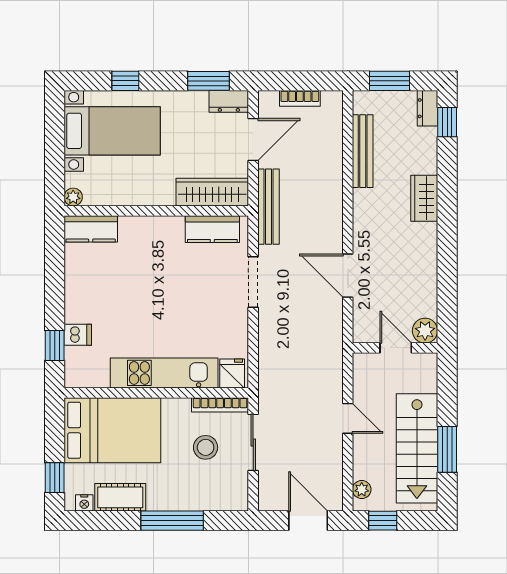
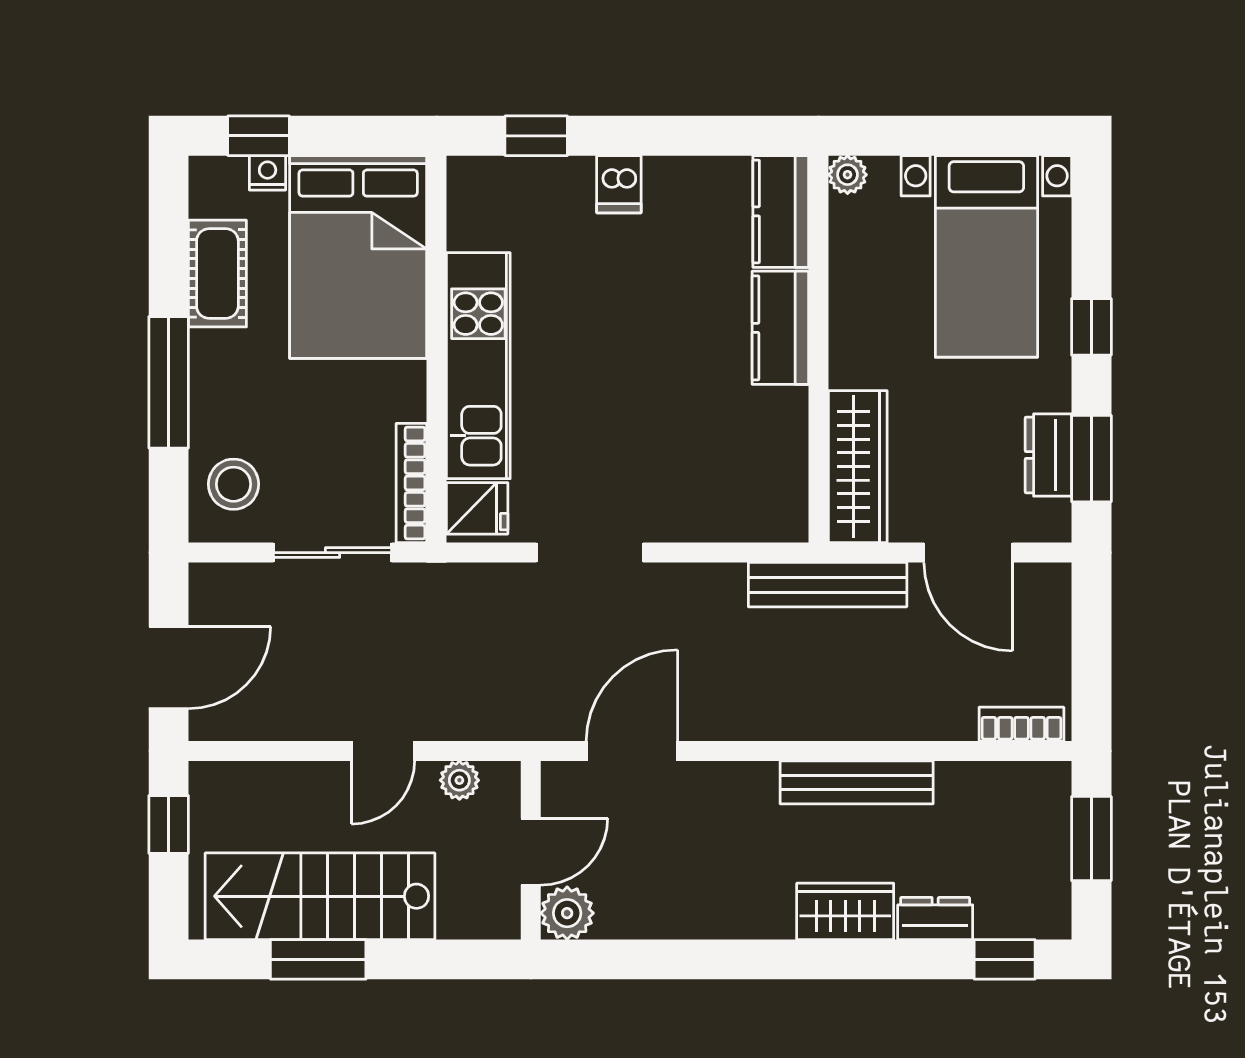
window: (125, 81) -> (1091, 327), moved
bookcase: (300, 98) -> (1021, 724), moved, turned 90
dresser: (229, 101) -> (1048, 455), moved
dresser: (428, 108) -> (935, 918), moved
bench: (363, 151) -> (857, 782), moved
kitchen counter: (212, 229) -> (780, 328), moved
door: (348, 276) -> (632, 751), moved
doorway: (253, 282) -> (590, 553), moved
dishwasher: (78, 335) -> (619, 184), moved
stool: (206, 447) -> (234, 484), moved
plant: (362, 490) -> (459, 780), moved
nightstand: (84, 503) -> (268, 173), moved, turned 90

